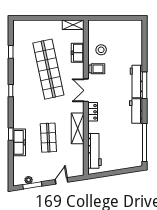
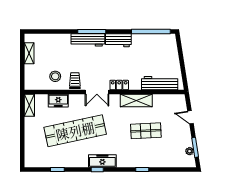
shelving: (123, 25) -> (29, 53), added
freezer: (19, 142) -> (102, 161), moved

